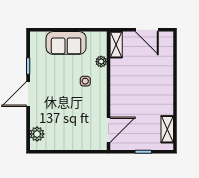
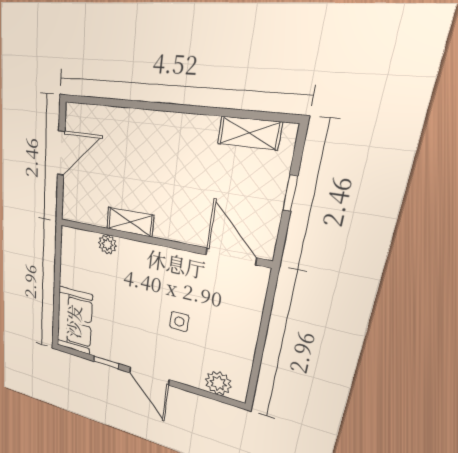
sofa: (66, 43) -> (74, 321), moved
shelving: (116, 45) -> (130, 222), moved
side table: (85, 81) -> (179, 321), moved

